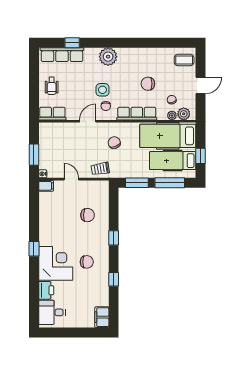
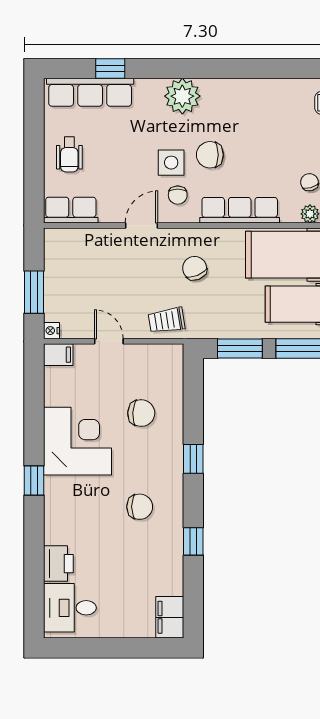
chair: (148, 84) -> (210, 155), moved
corner desk: (56, 263) -> (78, 441), moved

